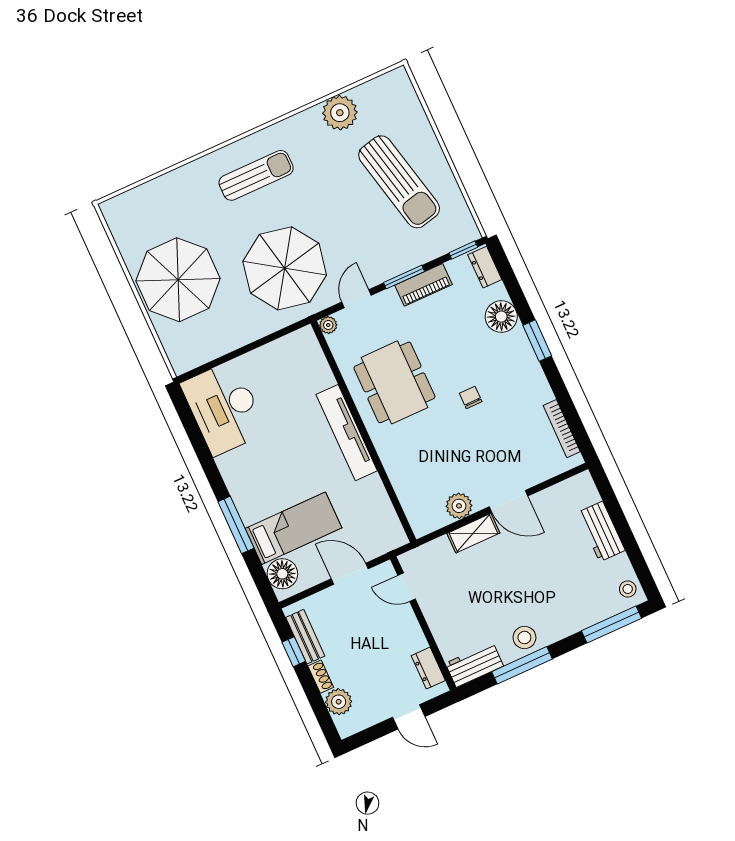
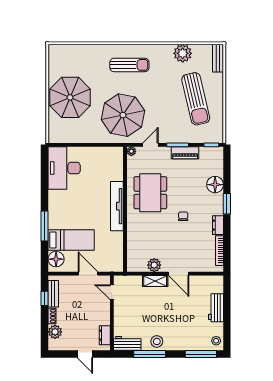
bench: (406, 93) -> (218, 58), added
dresser: (485, 267) -> (218, 225), moved

